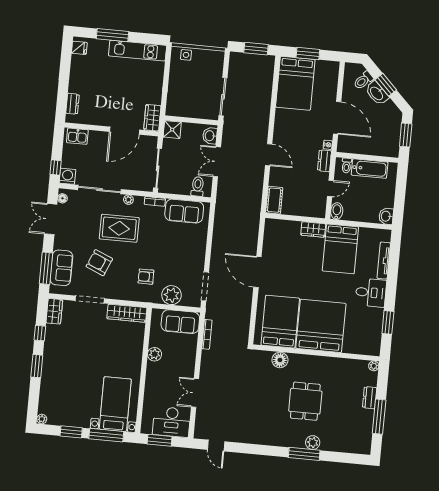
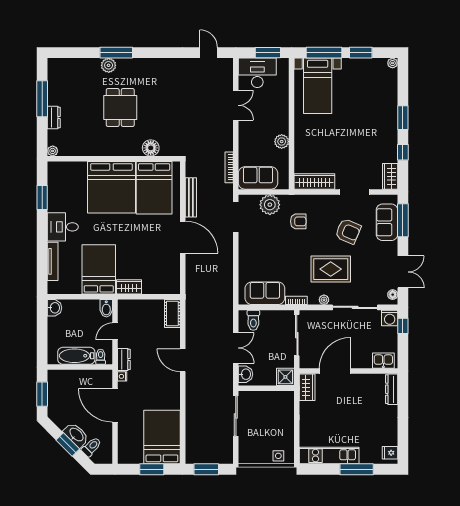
dresser: (72, 104) -> (392, 389), width x1.44
bench: (246, 309) -> (191, 197), added

